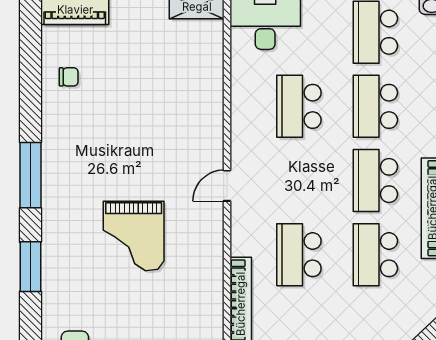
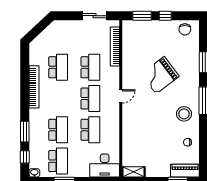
stool: (77, 144) -> (184, 114), added
school desk: (375, 181) -> (90, 99), moved
grand piano: (134, 236) -> (160, 75), turned -127

